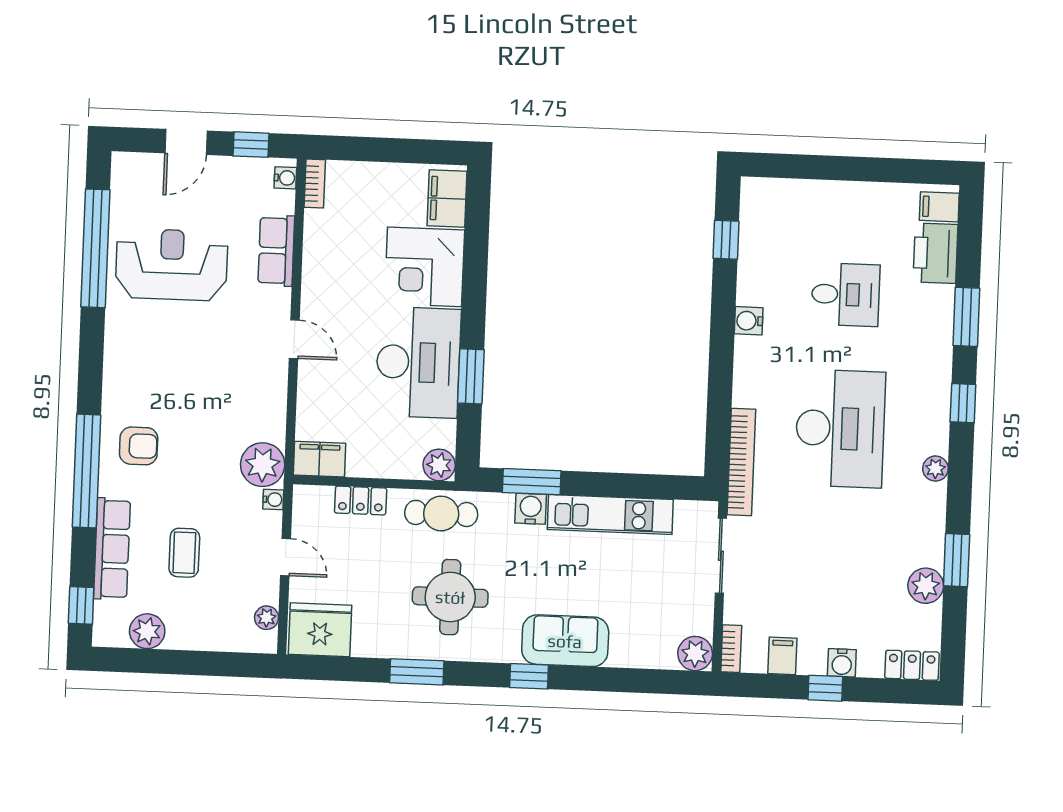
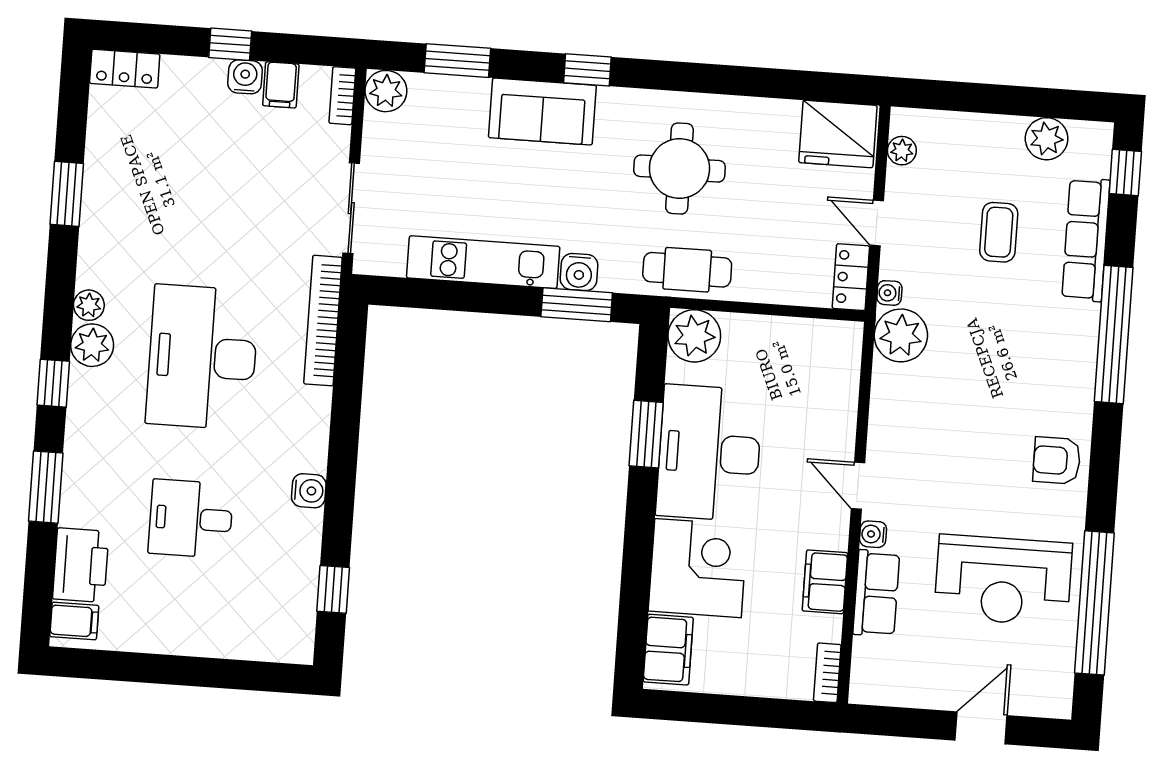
window: (251, 145) -> (903, 722), removed
water cooler: (285, 178) -> (873, 534), moved
armchair: (139, 446) -> (1057, 460), moved
filing cabinet: (319, 459) -> (825, 582), moved, turned 90
plant: (439, 465) -> (694, 336), width x1.36, depth x1.36
locker: (361, 501) -> (851, 277), moved, turned -90
plant: (926, 586) -> (92, 345), moved
water cooler: (842, 663) -> (245, 77), moved
window: (417, 672) -> (457, 61), moved

